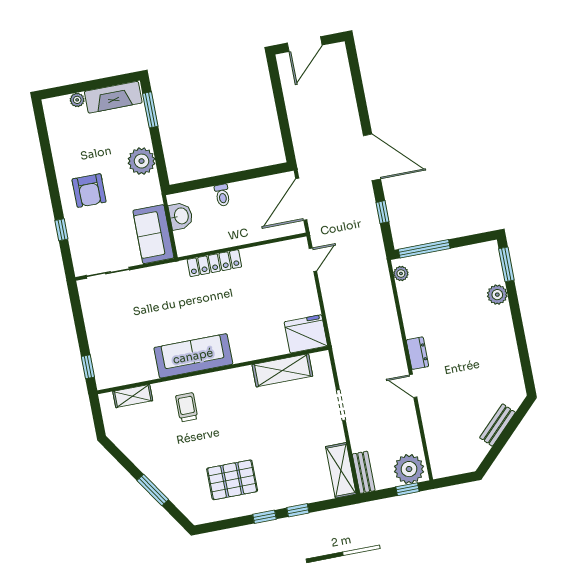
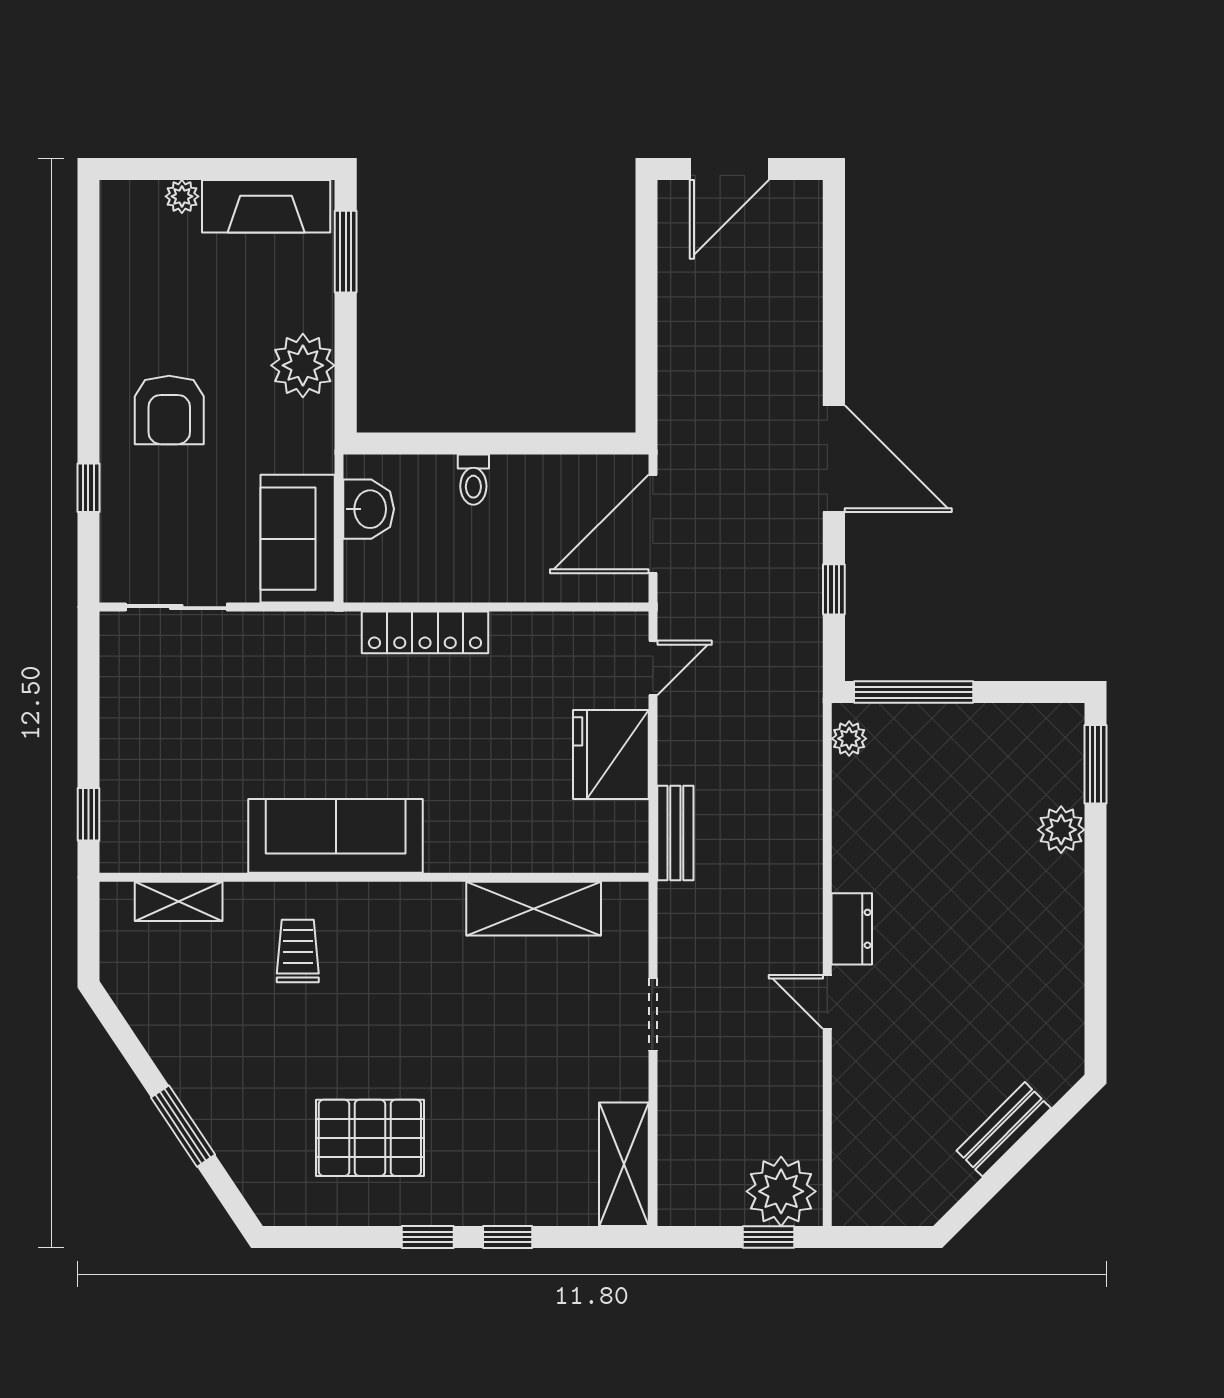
fridge: (306, 334) -> (611, 755), moved, turned -90
bench: (364, 472) -> (675, 833), moved

